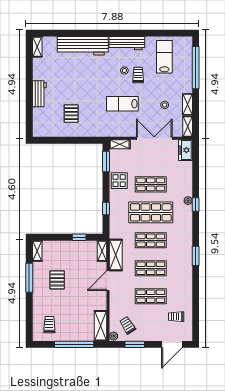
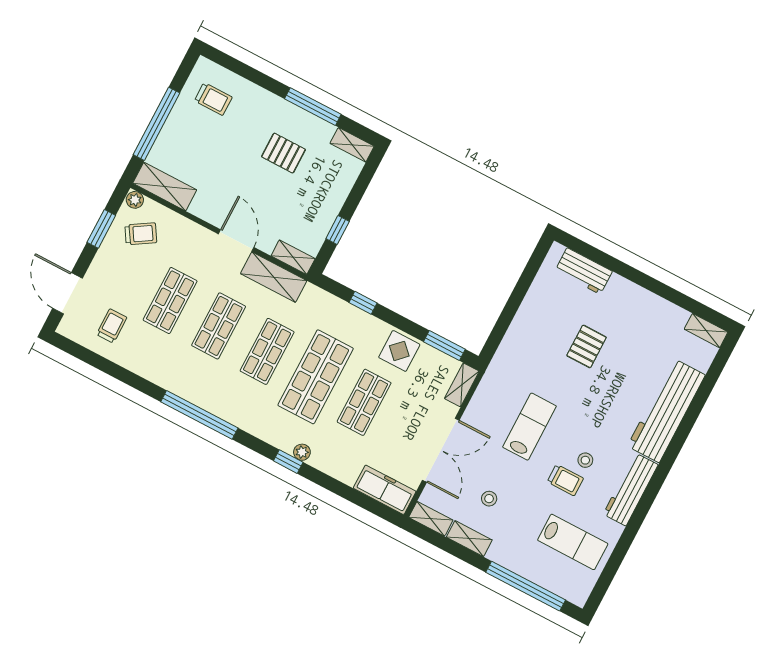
workbench: (39, 94) -> (584, 271), moved
pallet: (71, 114) -> (587, 346), moved, turned 90
freezer: (185, 150) -> (385, 490), width x1.40
window: (196, 256) -> (199, 415), width x2.11

